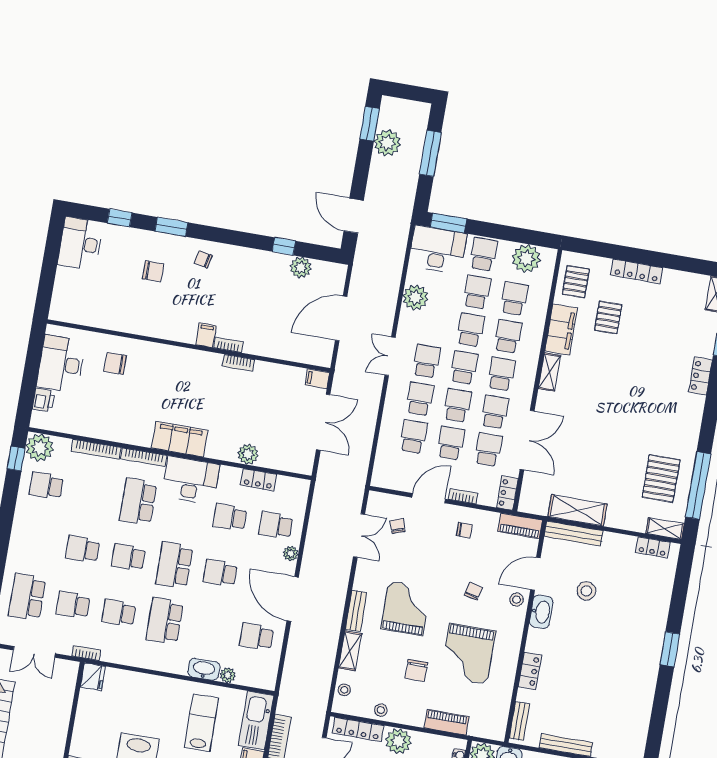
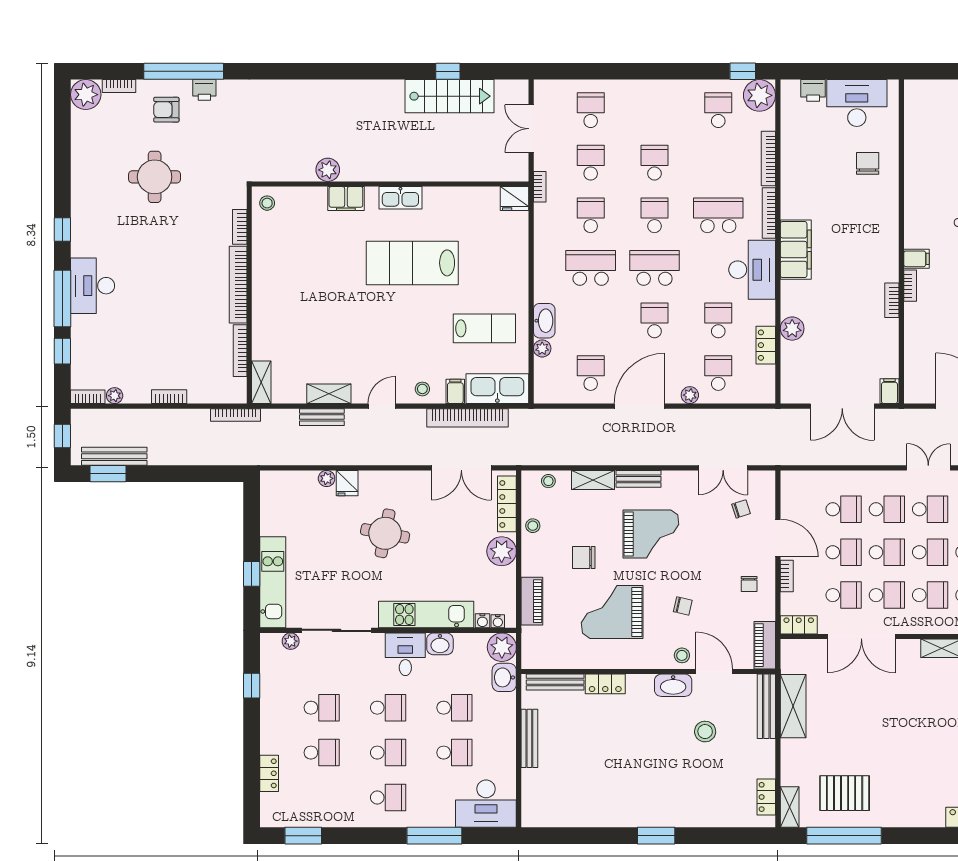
school desk: (27, 597) -> (591, 110), width x0.54
bench: (519, 721) -> (555, 682), width x1.36

